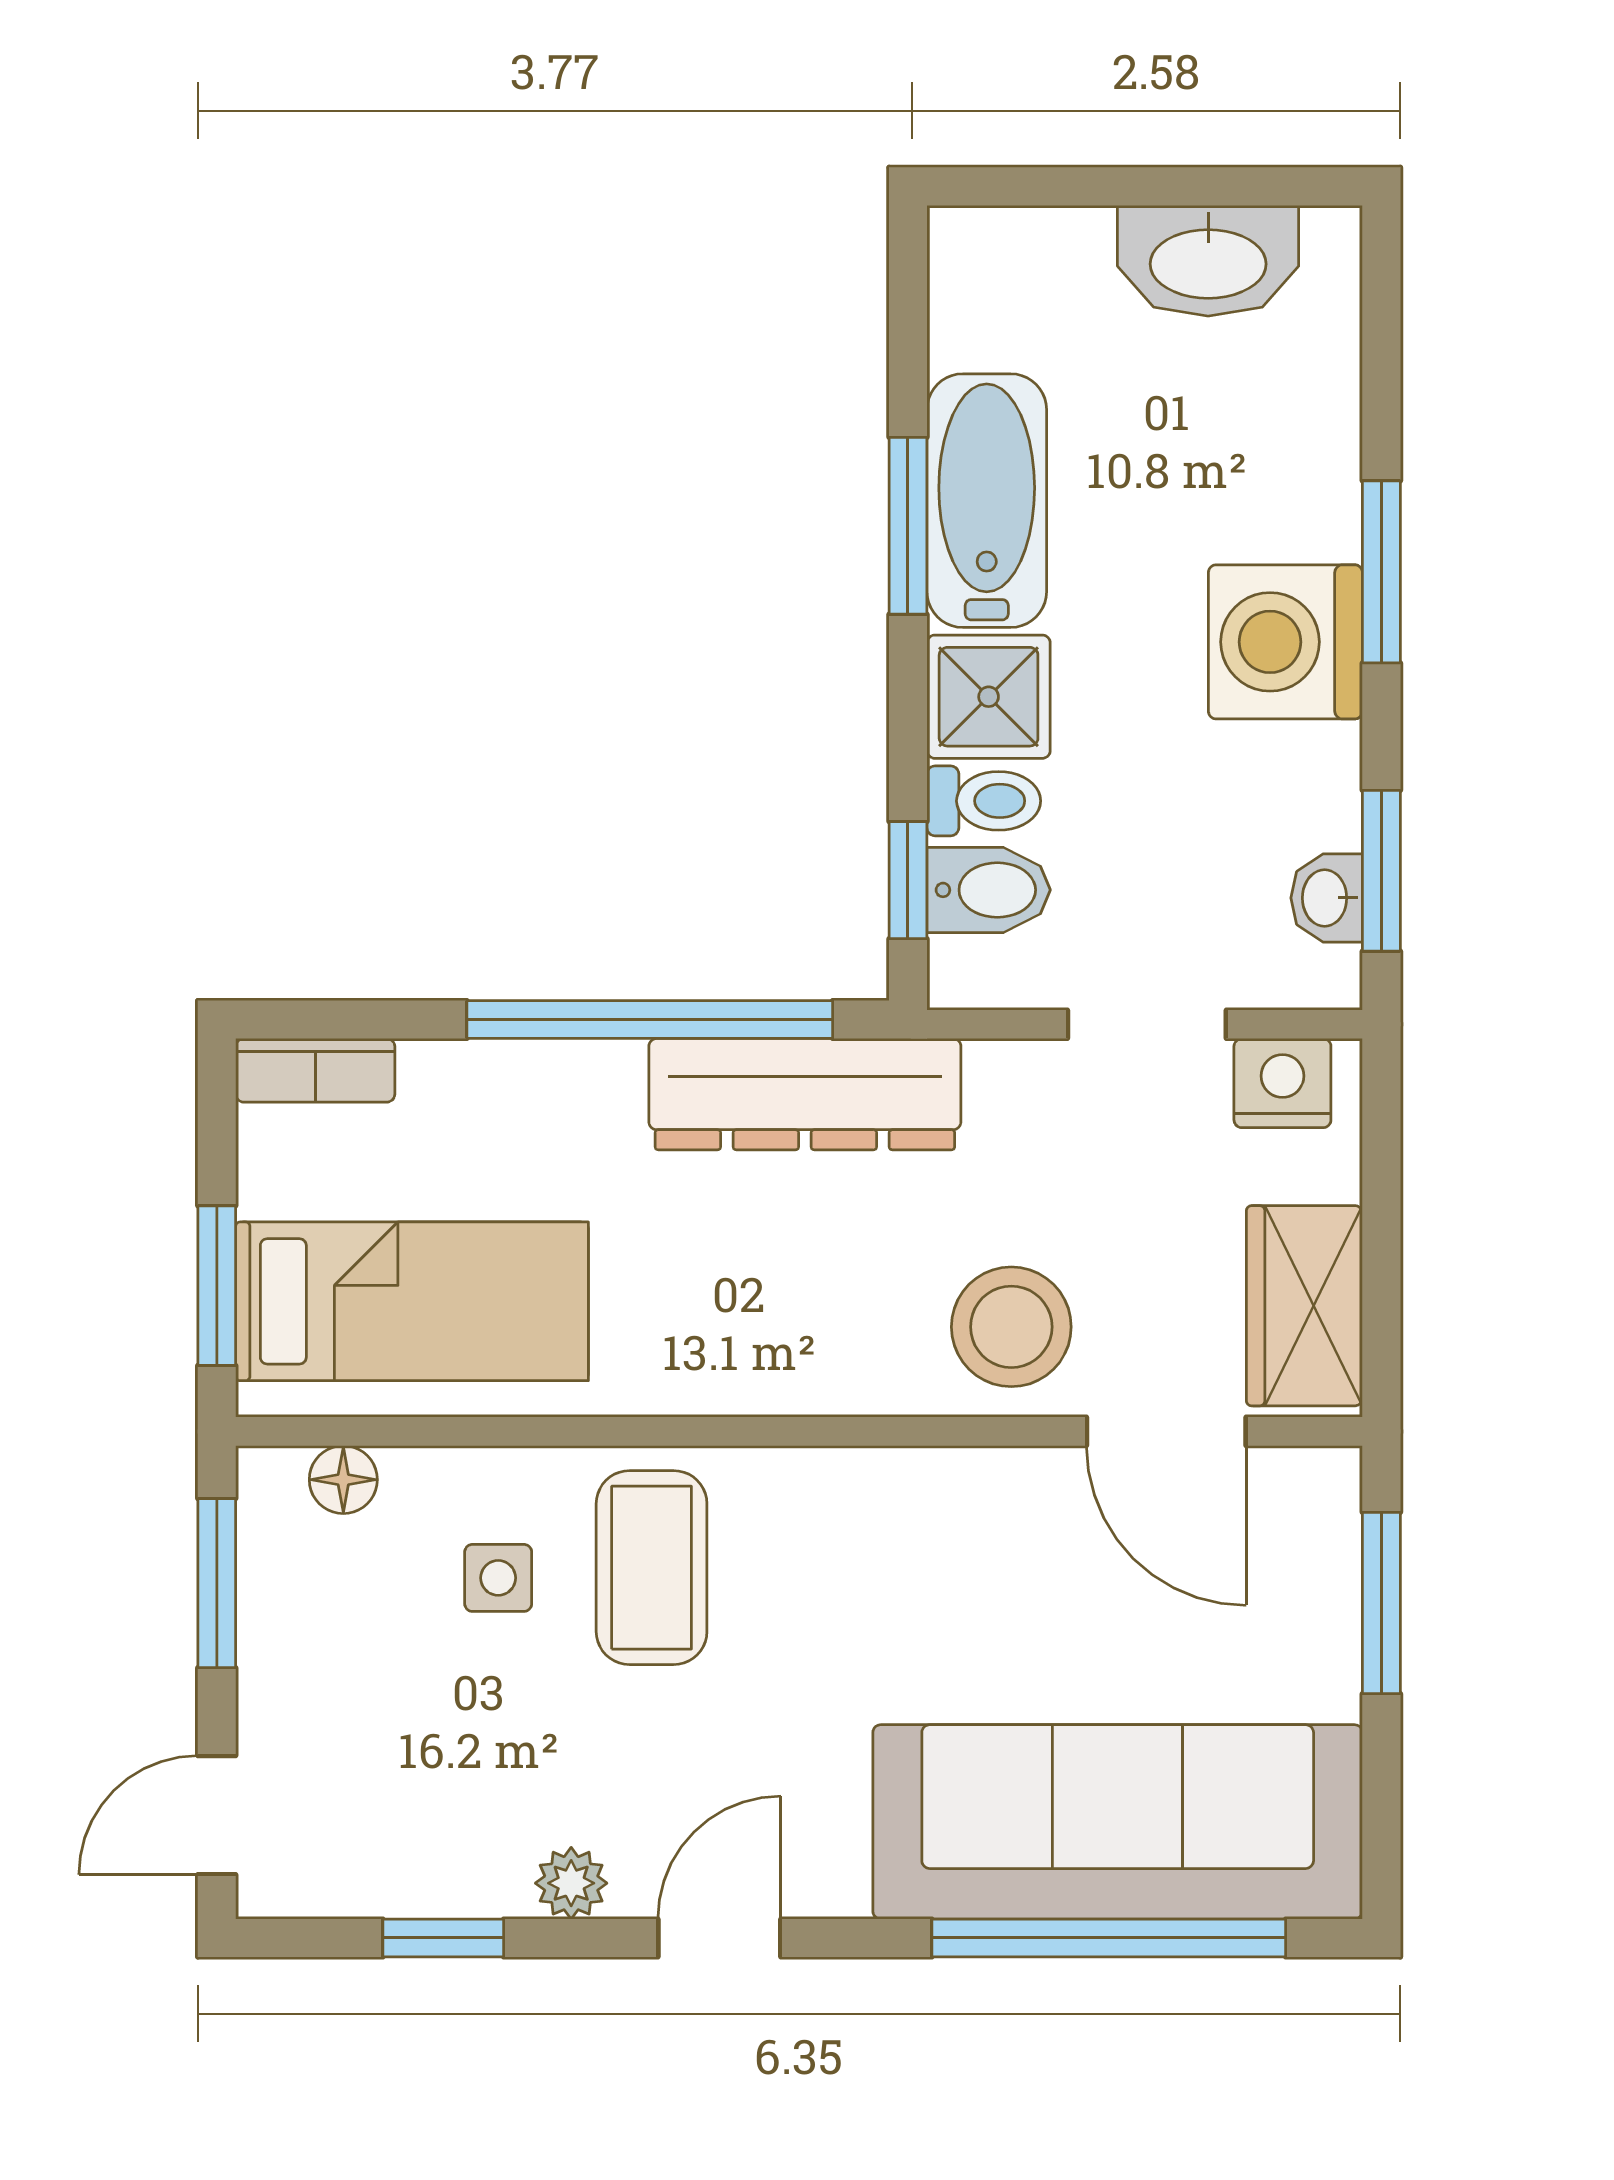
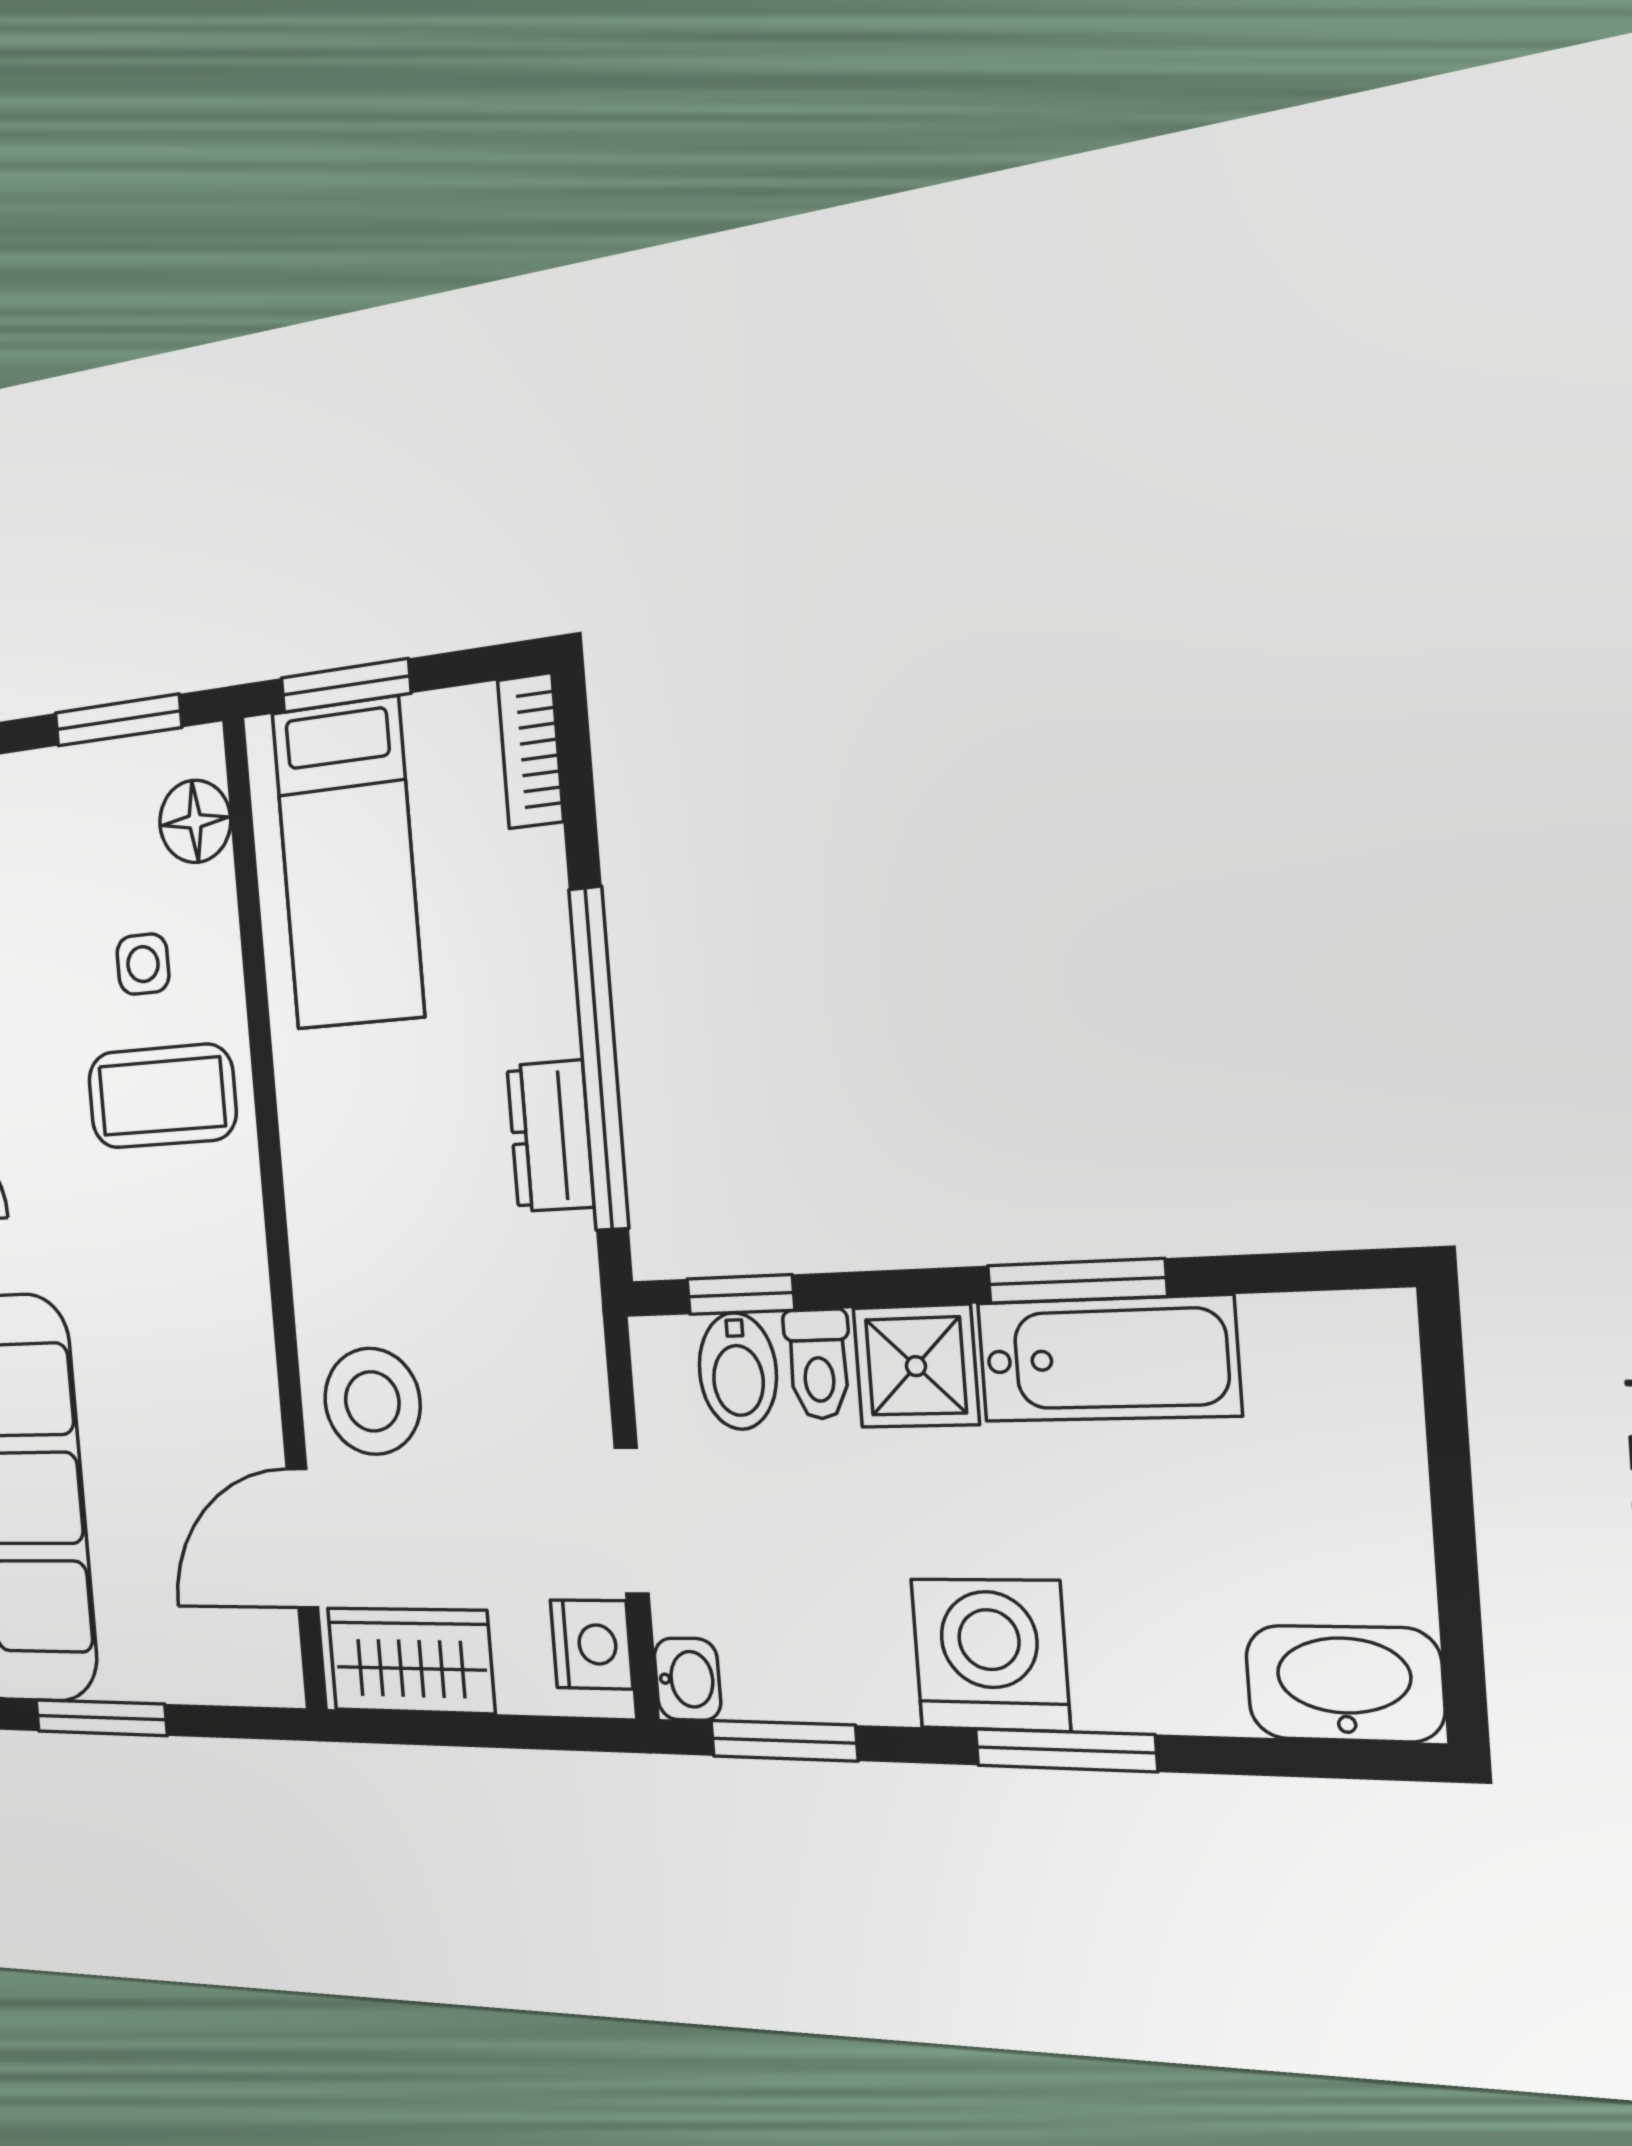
washbasin: (1208, 261) -> (1344, 1683), moved, turned 90
washbasin: (1327, 898) -> (687, 1679), moved, turned 90
dresser: (805, 1094) -> (550, 1136), width x0.51, depth x0.80
floor lamp: (343, 1480) -> (195, 821), width x1.37, depth x1.37
window: (1381, 1603) -> (101, 1718), moved

